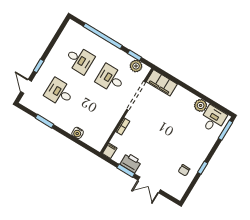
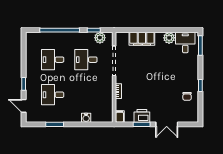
desk: (79, 60) -> (53, 60), turned 180
filing cabinet: (162, 83) -> (142, 39), moved

